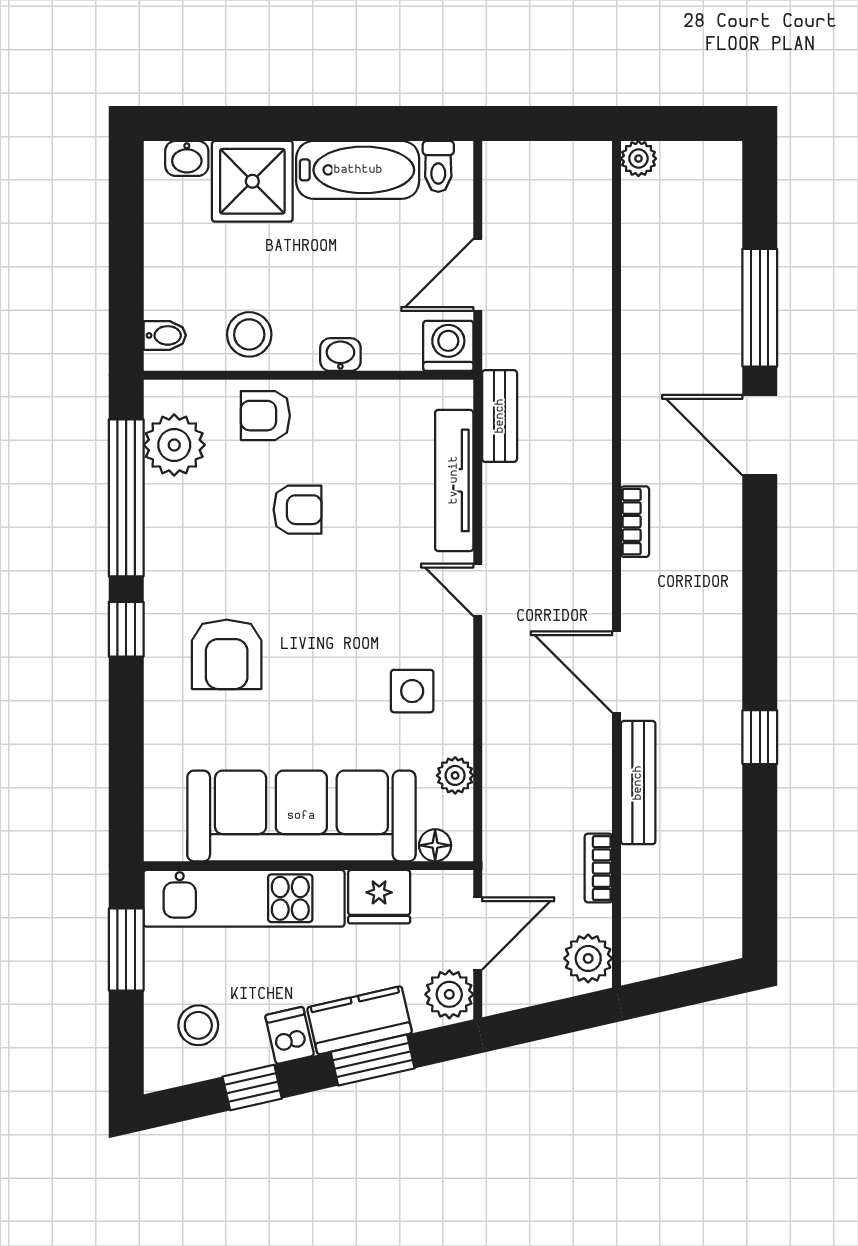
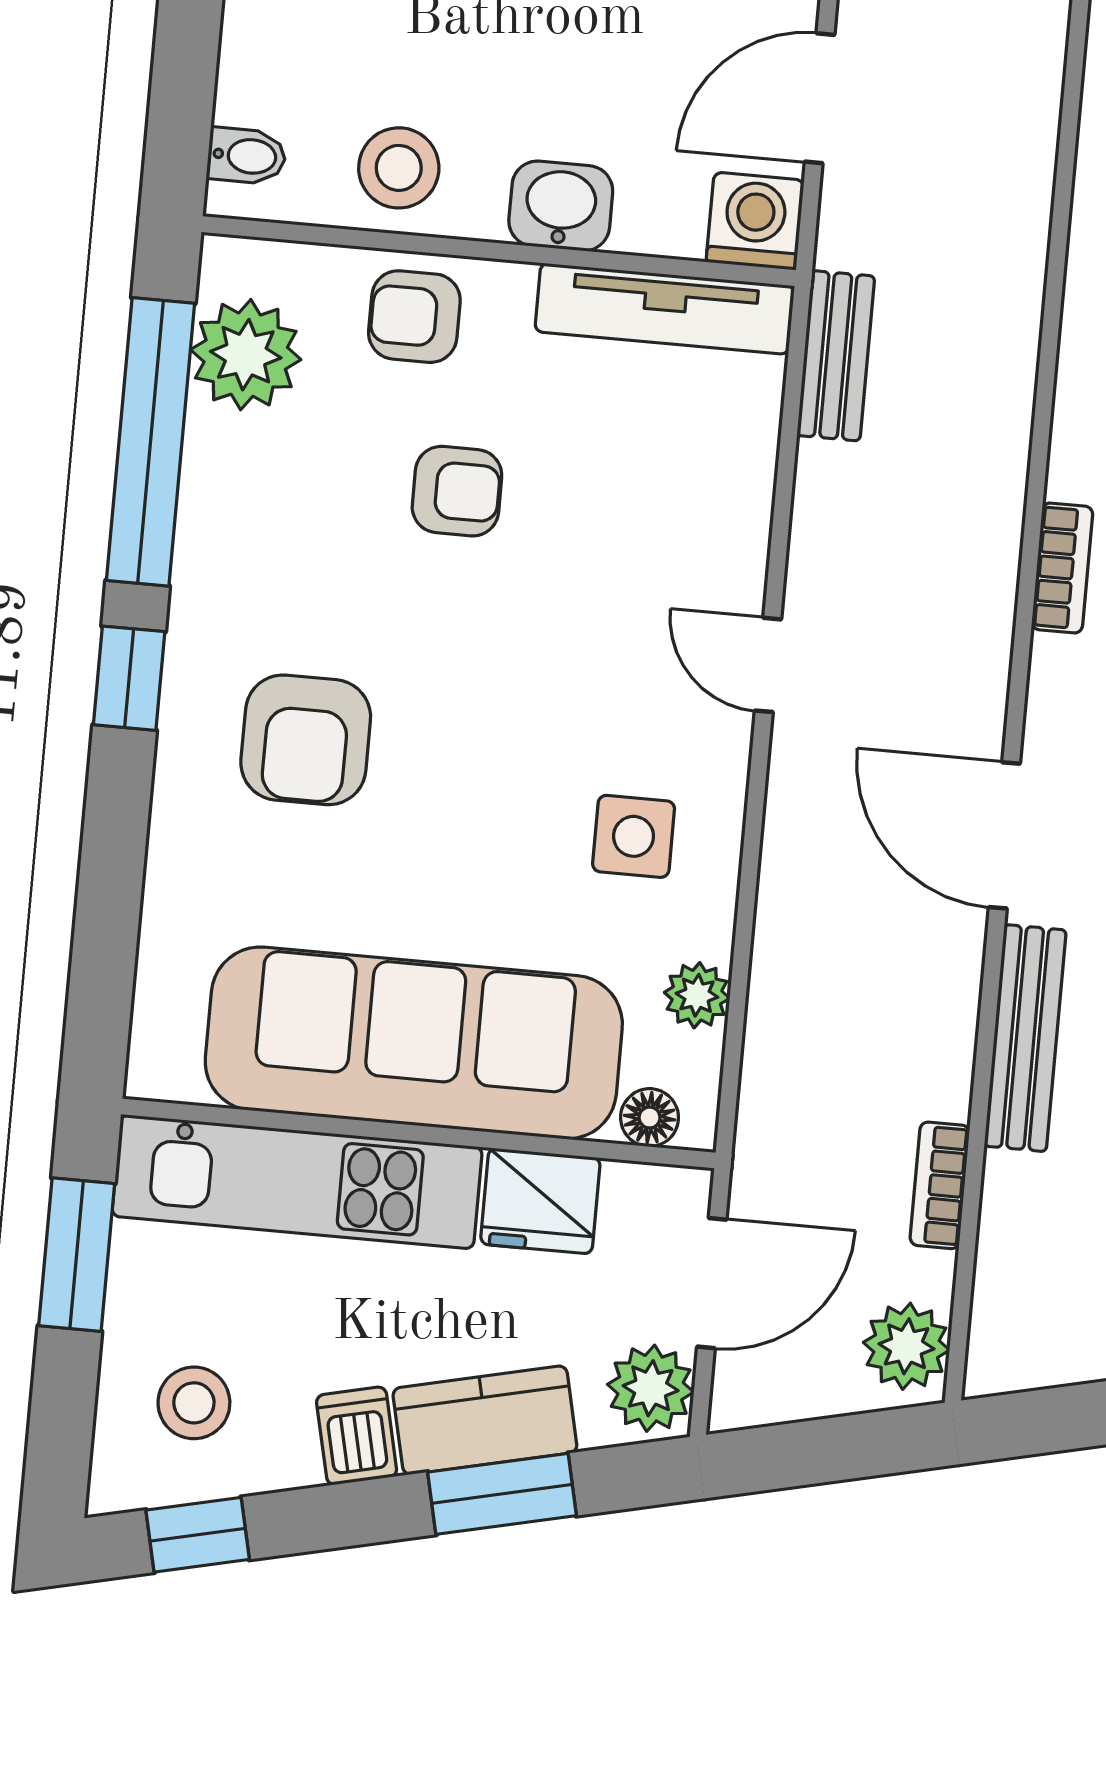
washbasin: (340, 355) -> (561, 206), width x1.38, depth x1.45
tv unit: (454, 480) -> (665, 309), moved, turned -90
window: (252, 1088) -> (198, 1535), moved

